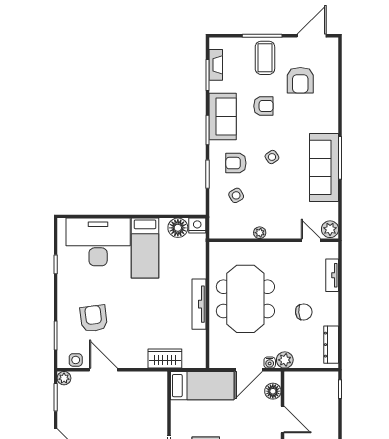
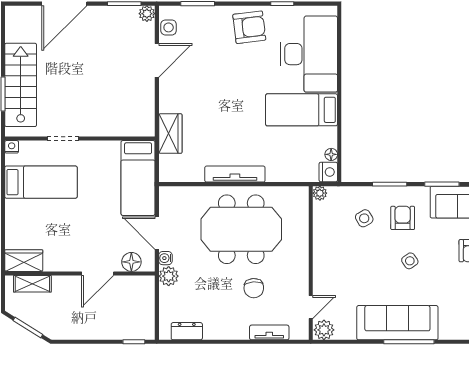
floor lamp: (178, 228) -> (331, 154), width x0.53, depth x0.53
plant: (260, 233) -> (320, 193), moved
chair: (304, 312) -> (254, 288), moved
armchair: (94, 318) -> (249, 27), moved
dresser: (331, 345) -> (187, 331), width x0.70

